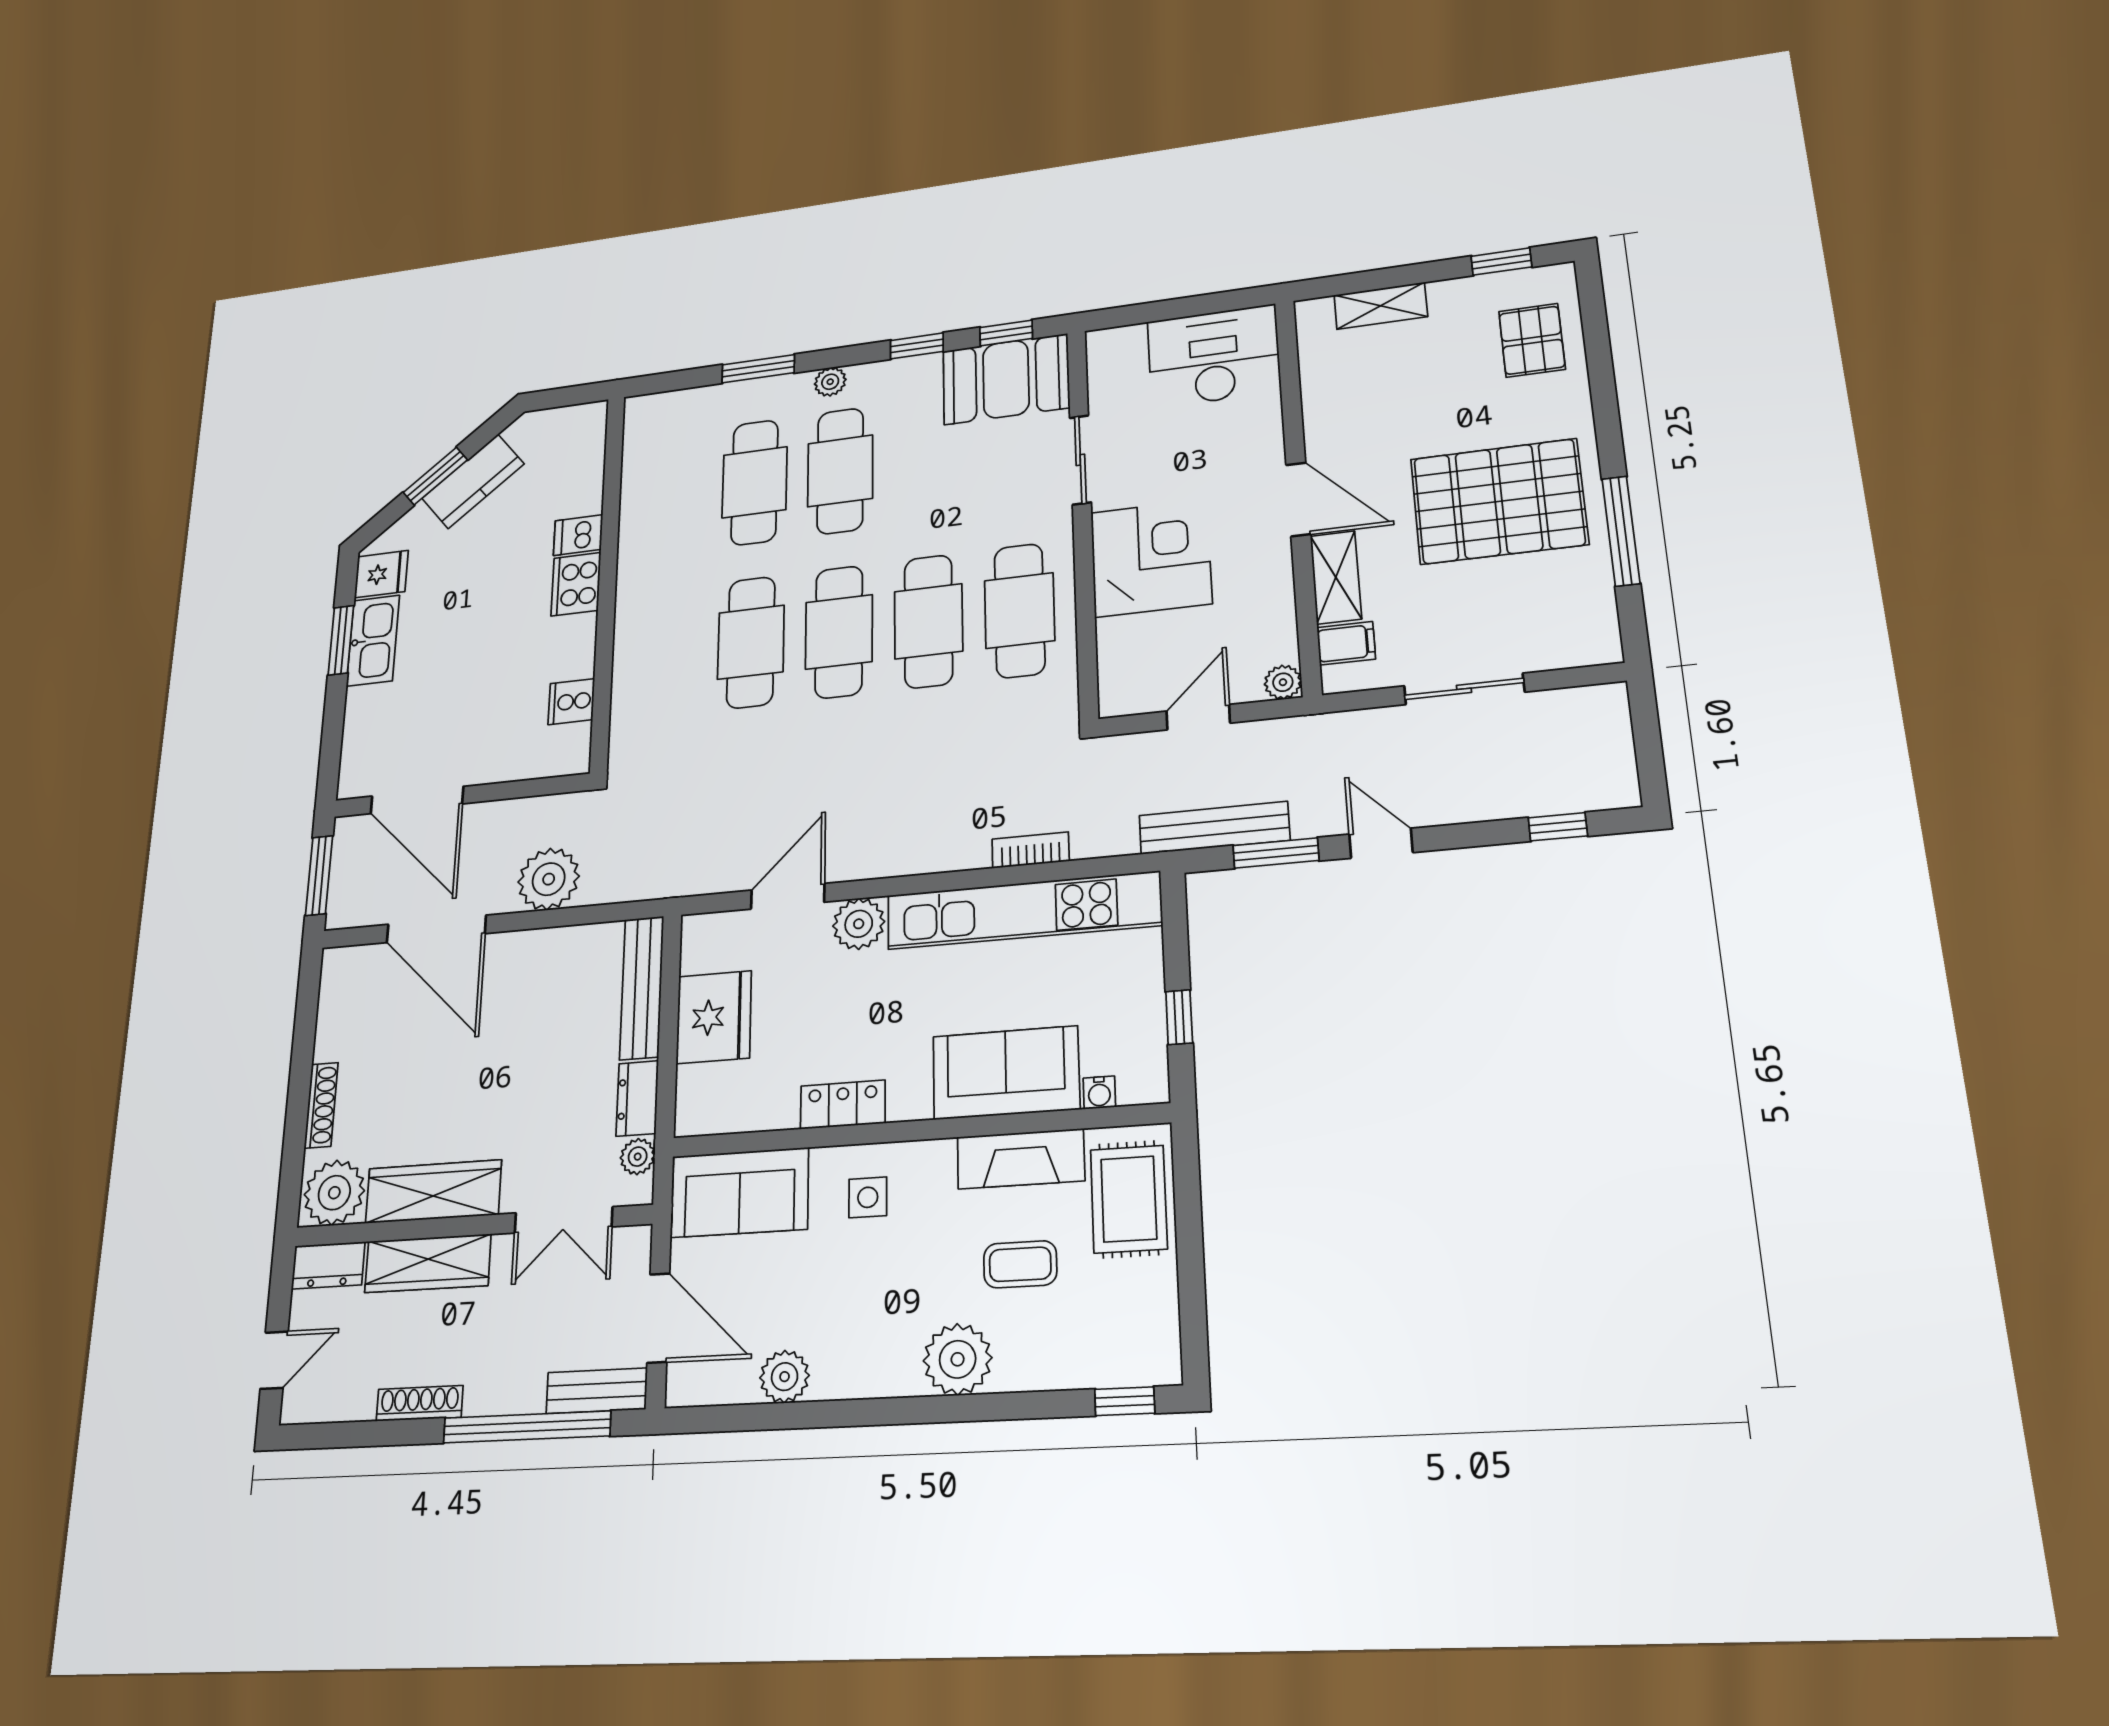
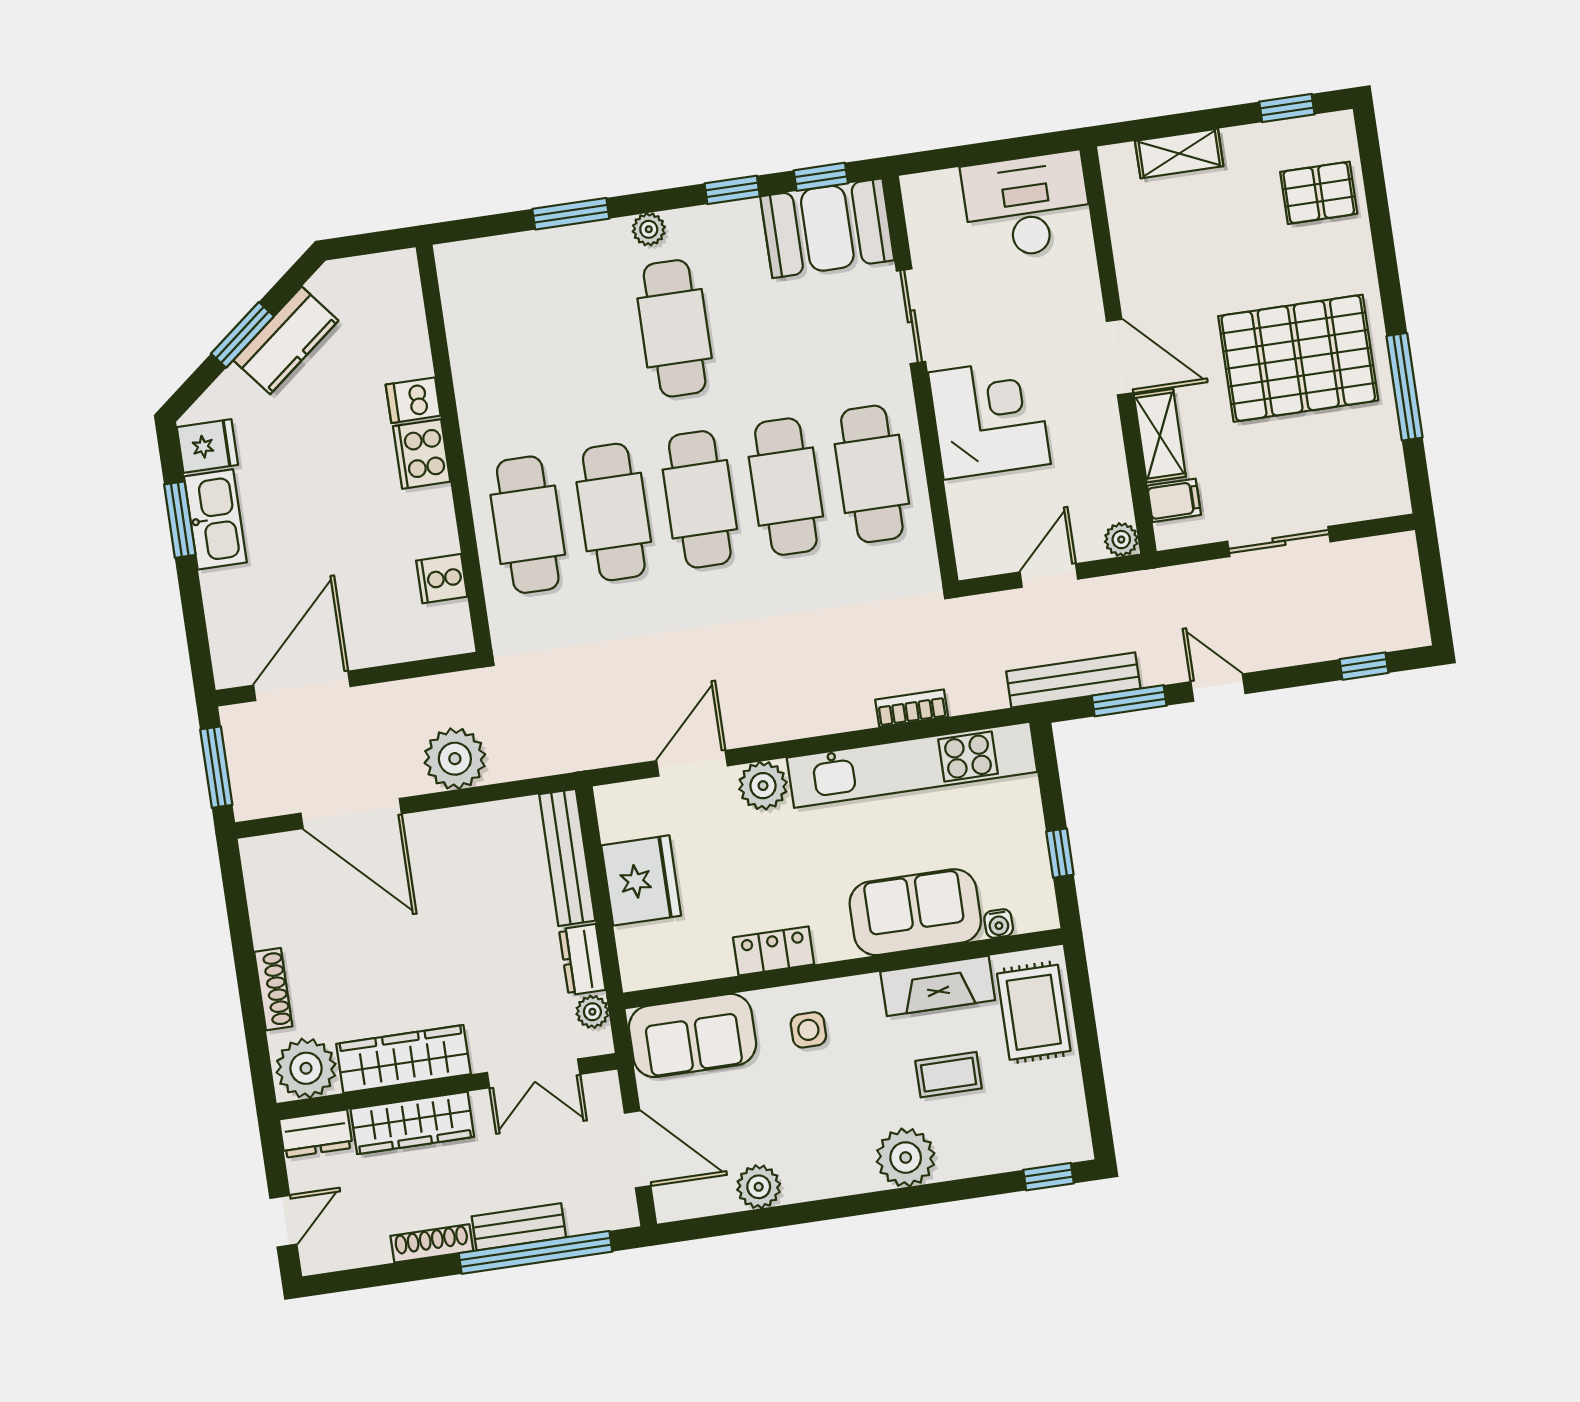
pallet: (1532, 340) -> (1319, 193), turned 90
cafe table: (755, 482) -> (528, 525), moved
door: (417, 800) -> (302, 686), swing flipped
bench: (597, 1391) -> (519, 1227), moved

